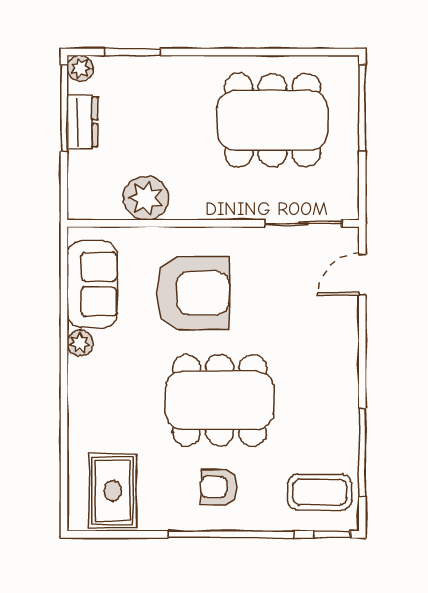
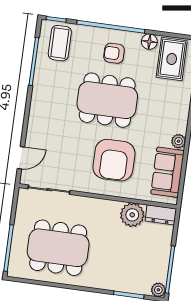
dresser: (82, 122) -> (161, 215), moved, turned -90
armchair: (193, 293) -> (114, 160), turned -90
armchair: (219, 487) -> (114, 53), turned 180
coffee table: (320, 492) -> (60, 43), turned 90
floor lamp: (157, 517) -> (149, 42), added

